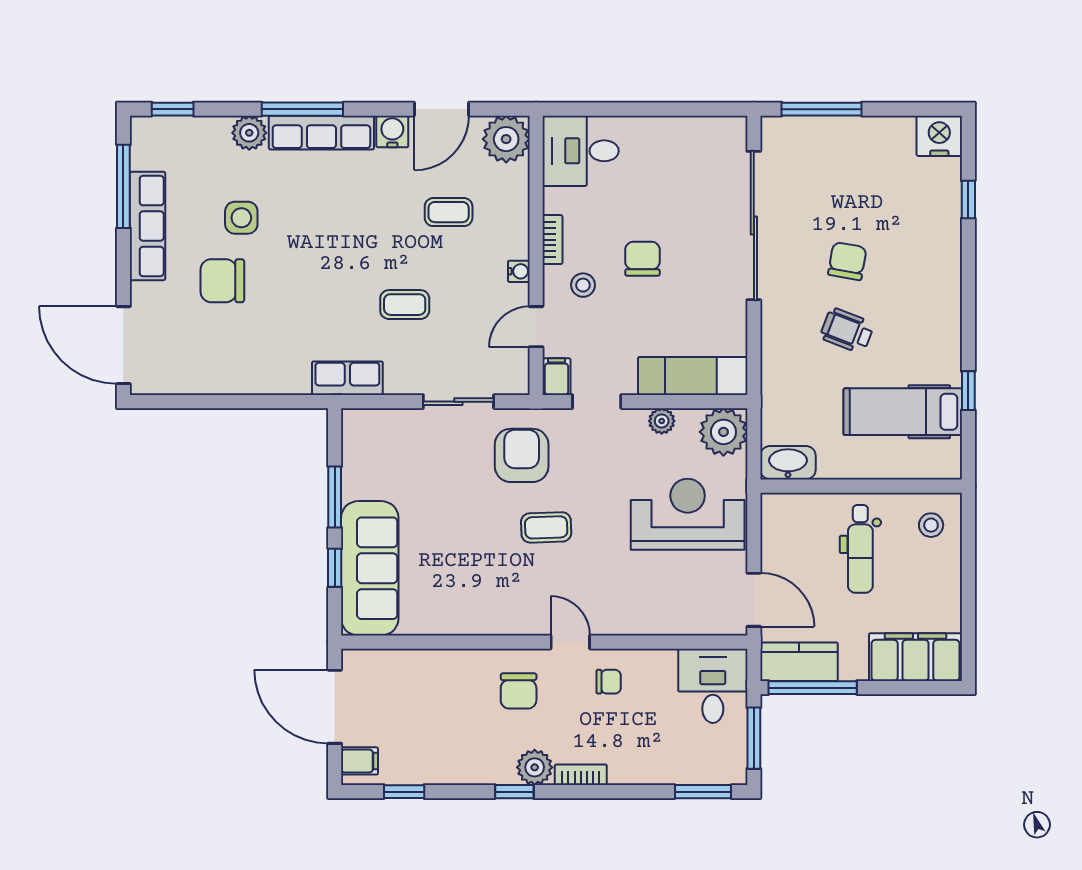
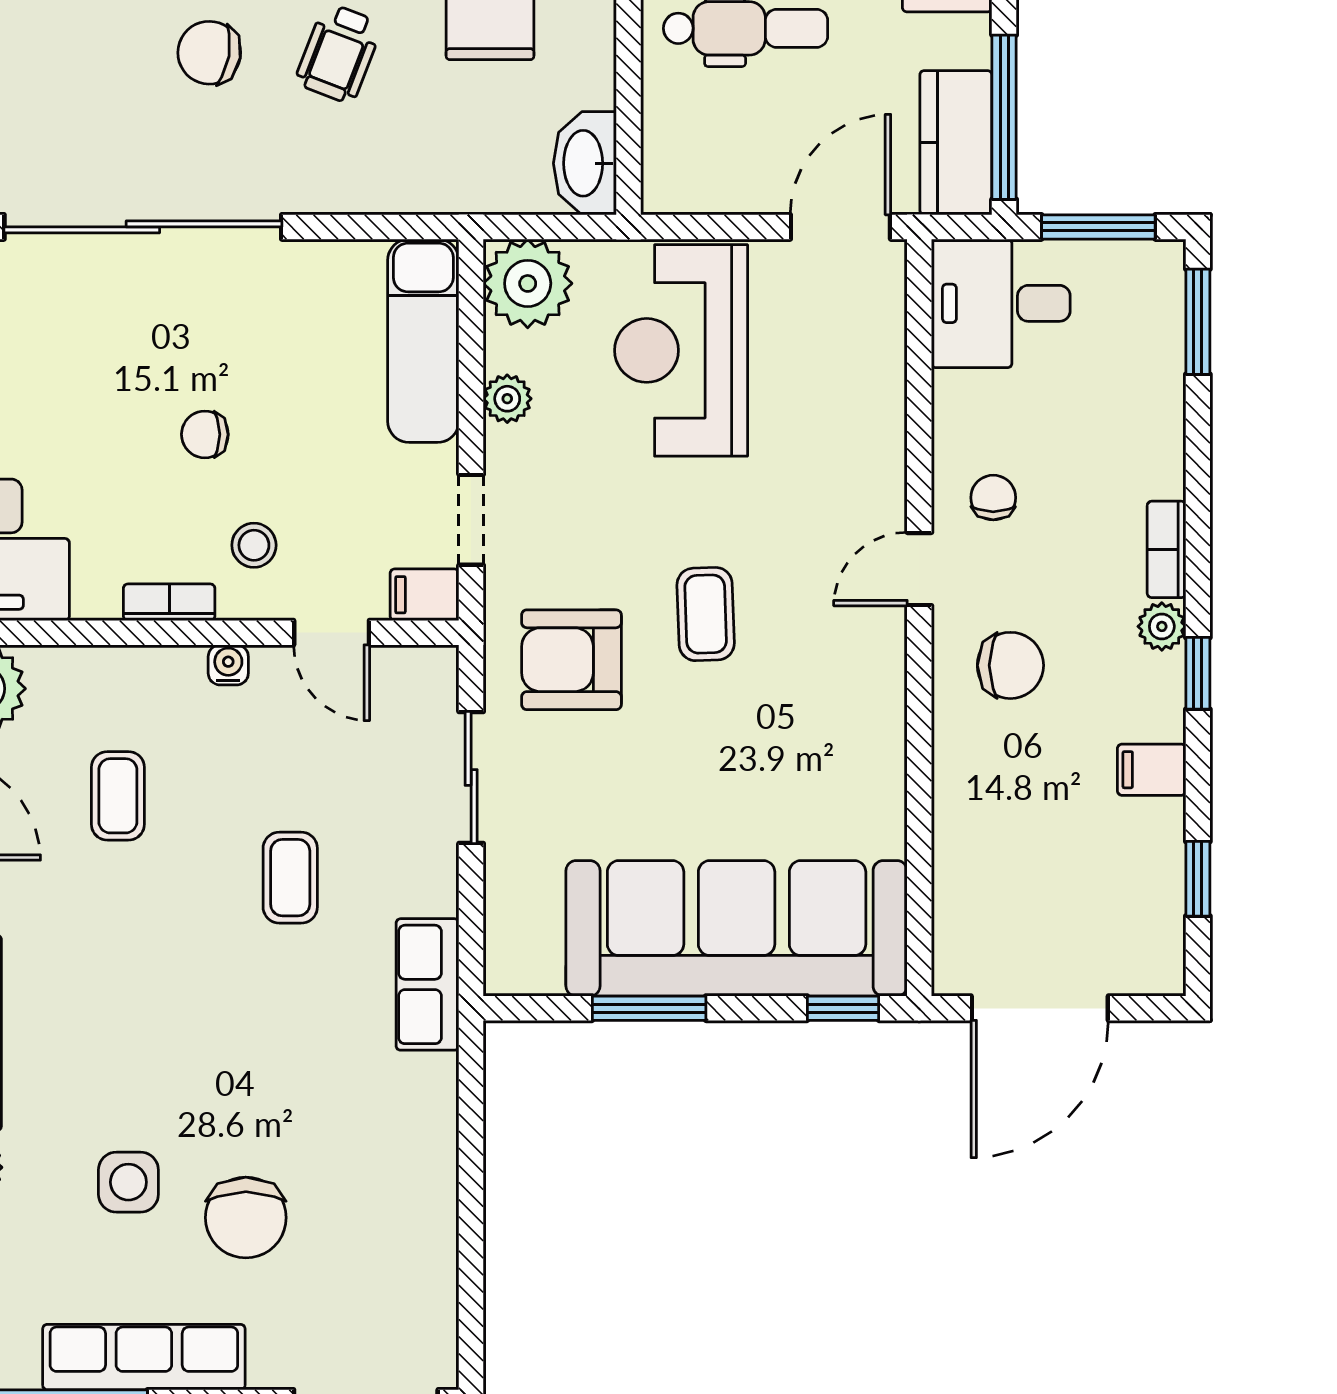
chair: (642, 259) -> (205, 434), width x0.73, depth x0.73
window: (335, 568) -> (843, 1008), moved
sofa: (370, 568) -> (737, 928), width x1.36, depth x1.27
filing cabinet: (359, 761) -> (1152, 770), moved, turned -90
plant: (535, 767) -> (1162, 626), width x0.73, depth x0.73

